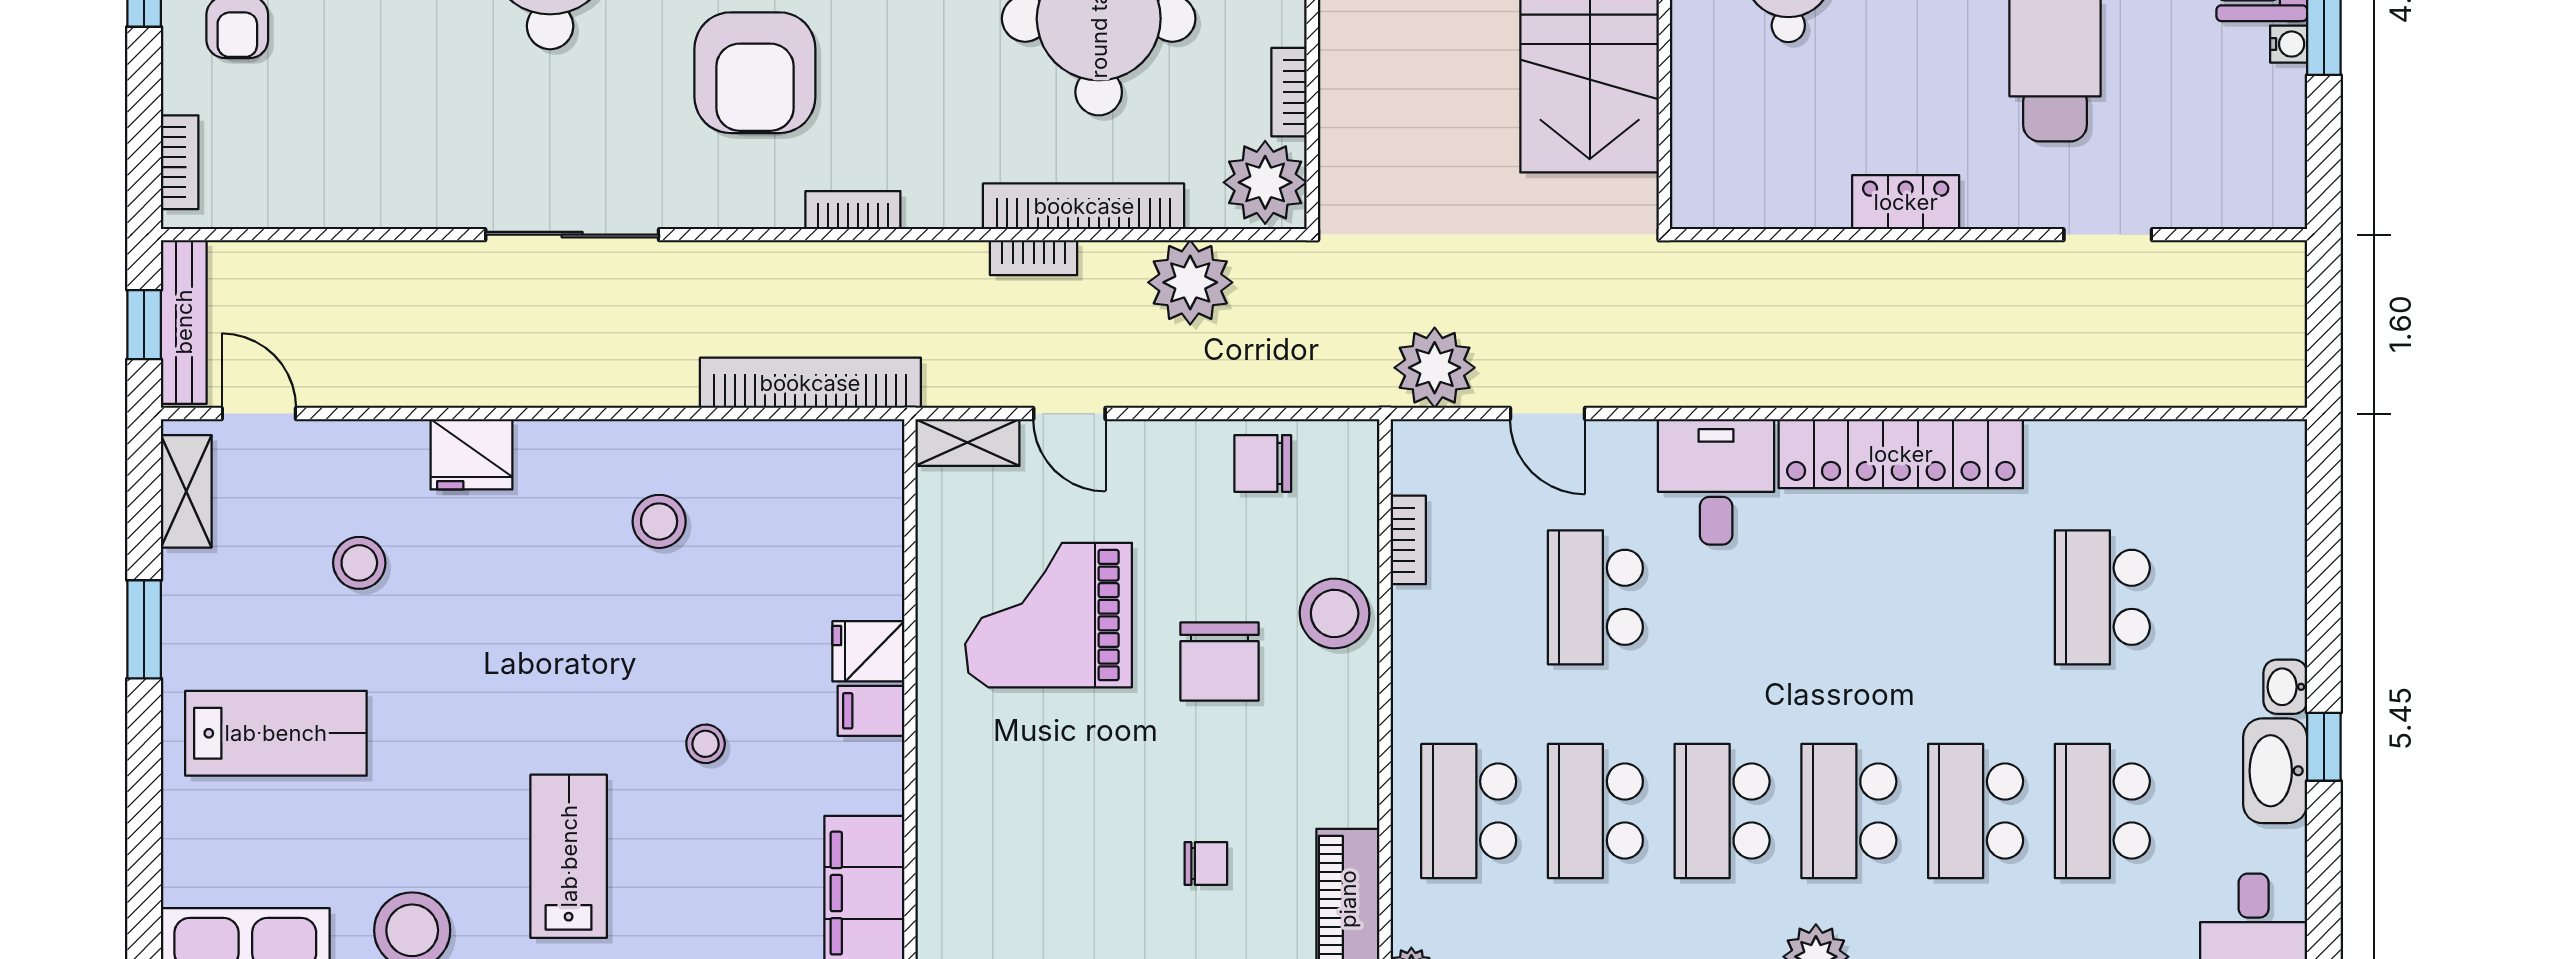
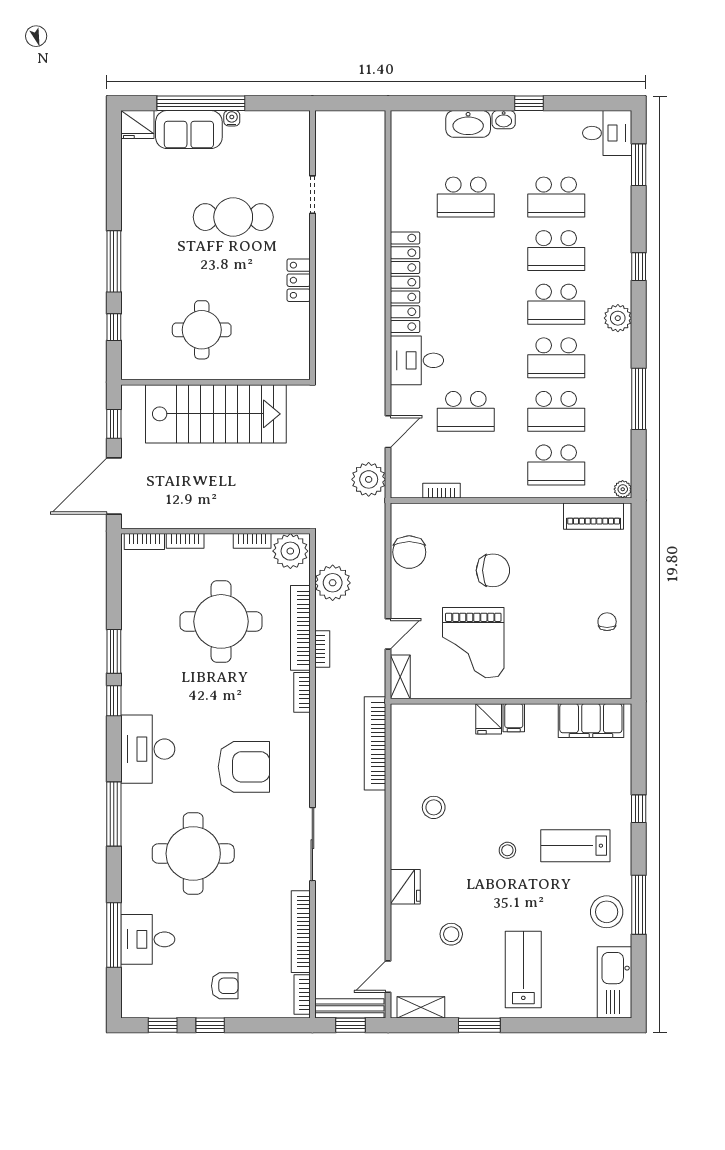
bookcase: (180, 162) -> (302, 994), moved, turned -90
bookcase: (365, 207) -> (301, 932), added
bookcase: (853, 210) -> (302, 692), moved
chair: (1263, 463) -> (409, 552), width x1.37, depth x1.37
stool: (1335, 613) -> (473, 522), removed
stool: (706, 744) -> (507, 850), moved
washbasin: (2275, 771) -> (468, 124), moved
chair: (1206, 863) -> (607, 622), moved

